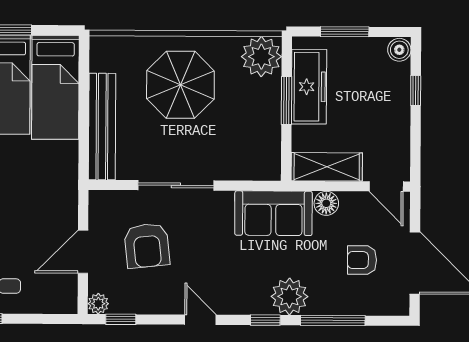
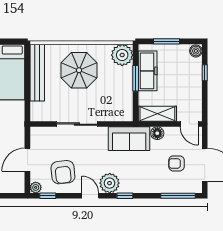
bench: (102, 127) -> (37, 73), moved
armchair: (147, 246) -> (63, 172), moved
plant: (289, 297) -> (110, 183), moved
window: (333, 320) -> (178, 196), moved

